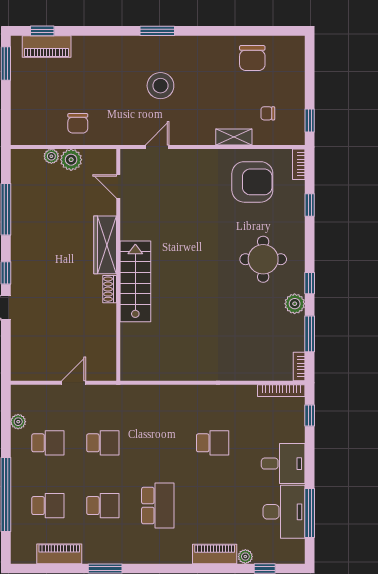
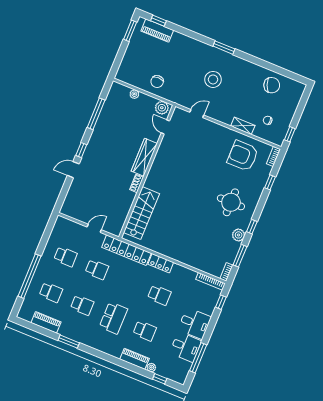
chair: (252, 58) -> (272, 85), turned -111
plant: (71, 160) -> (162, 108), moved
armchair: (252, 182) -> (243, 156), turned 180
stairs: (135, 281) -> (141, 213), moved
locker: (195, 394) -> (161, 263), added
locker: (136, 396) -> (126, 250), added
plant: (18, 422) -> (53, 238), removed
school desk: (213, 506) -> (145, 331), added
desk: (284, 512) -> (186, 347), width x0.73

